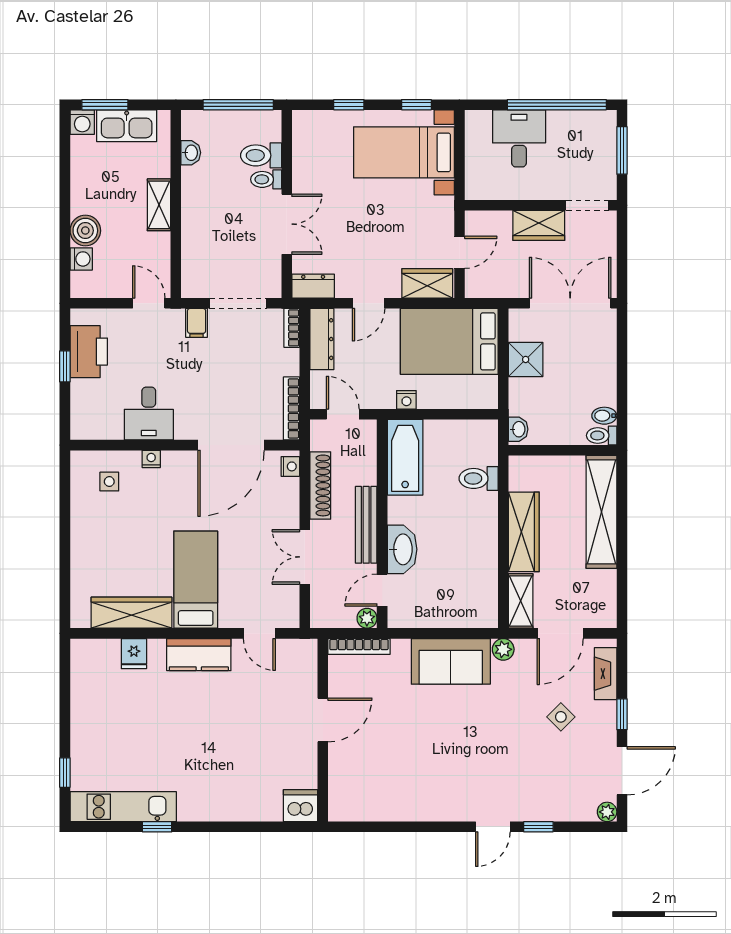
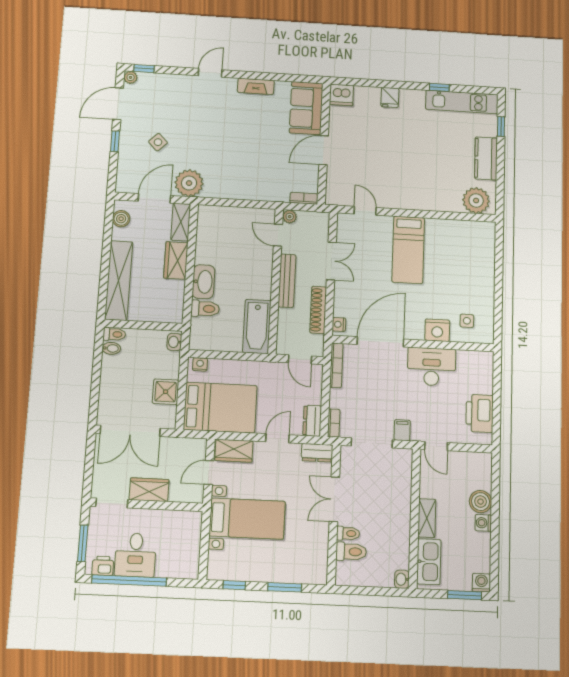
window: (238, 105) -> (367, 591), removed
window: (349, 105) -> (285, 587), width x1.50
printer: (593, 122) -> (103, 566), added
kitchen sink: (127, 126) -> (429, 562), moved, turned 90
desk: (519, 138) -> (135, 555), moved
bed with nightstands: (404, 152) -> (247, 519), moved
washbasin: (191, 153) -> (402, 579), moved
washing machine: (81, 259) -> (483, 523), moved
dresser: (322, 339) -> (312, 421), width x0.70
window: (65, 366) -> (497, 404), removed
nightstand: (406, 400) -> (200, 364), moved
desk: (149, 414) -> (431, 367), width x1.37
nightstand: (151, 459) -> (437, 330), width x1.89, depth x1.79
wardrobe: (524, 532) -> (176, 260), width x0.67
washbasin: (402, 549) -> (203, 282), moved, turned 180
door: (382, 590) -> (278, 235), swing flipped
boiler: (605, 601) -> (121, 219), added
wardrobe: (131, 613) -> (453, 230), removed
bookcase: (359, 646) -> (304, 198), width x0.64
plant: (503, 649) -> (189, 183), width x1.87, depth x1.87
fridge: (134, 654) -> (390, 97), moved, turned 180
kitchen counter: (199, 655) -> (486, 158), moved, turned -90
plant: (99, 658) -> (476, 201), added
sofa: (451, 661) -> (306, 108), moved, turned -90
fireplace: (606, 674) -> (256, 86), moved, turned 90
window: (538, 827) -> (144, 69), moved

